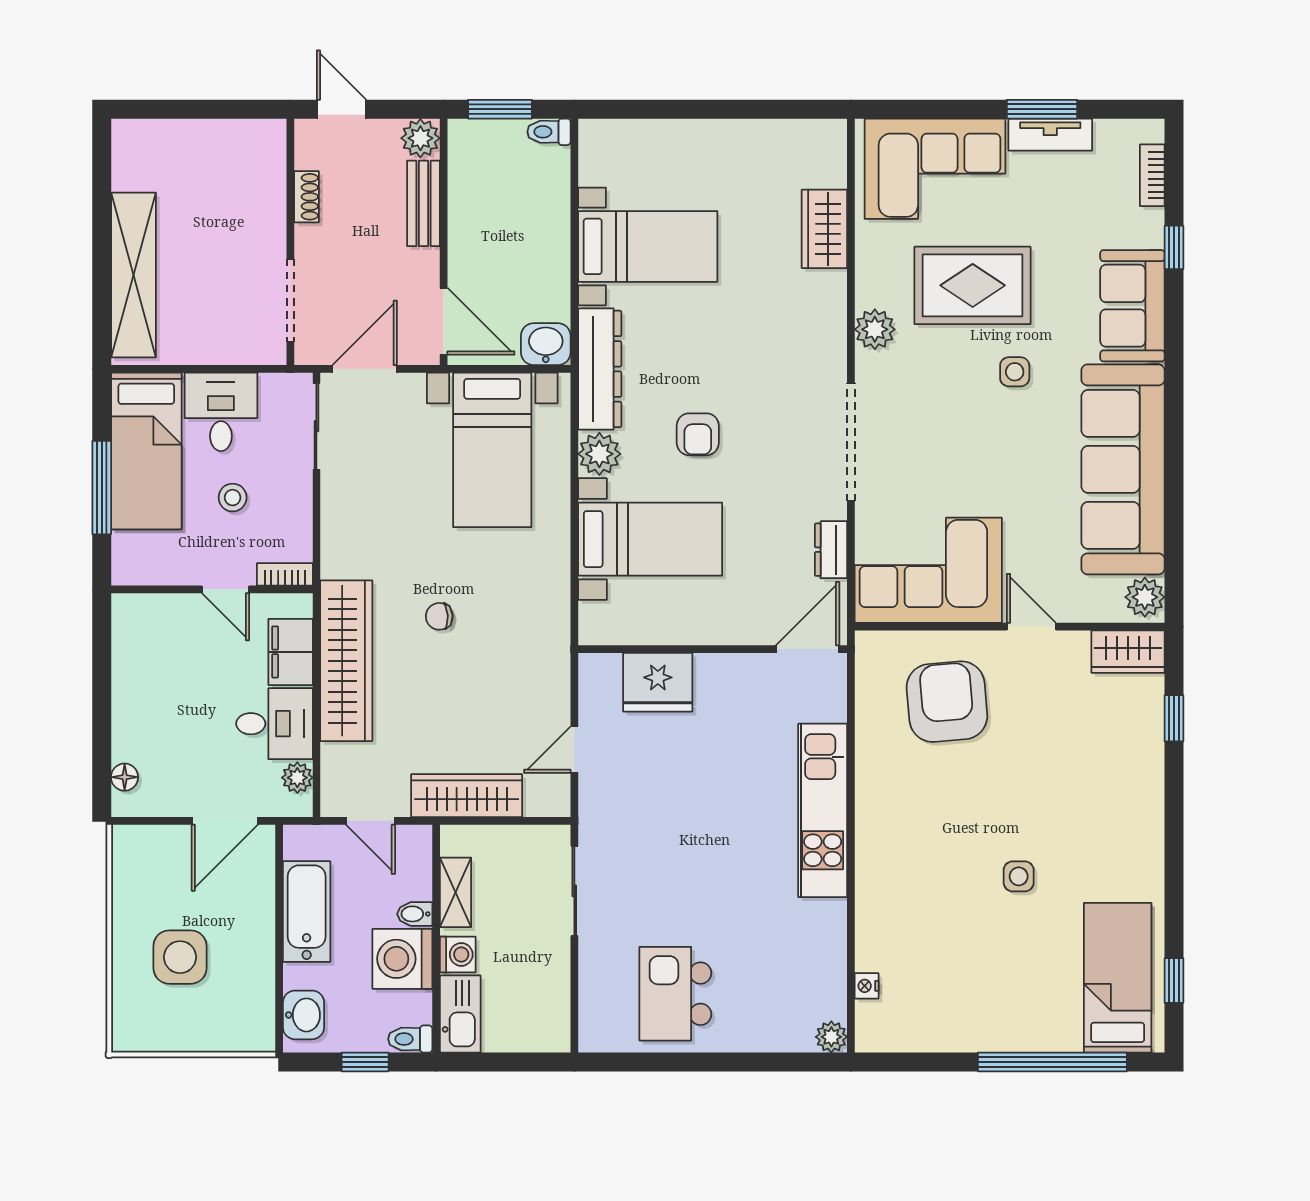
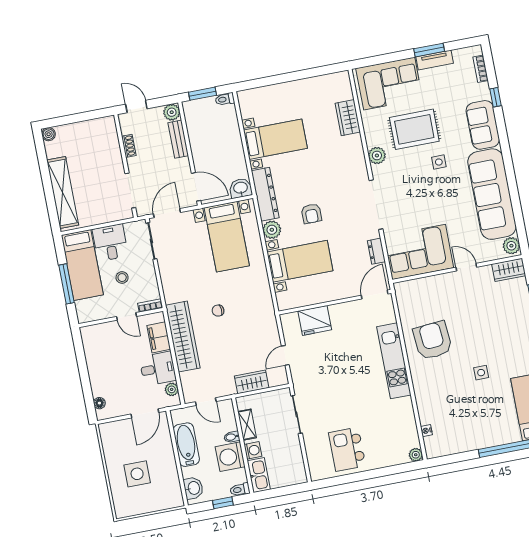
boiler: (127, 134) -> (49, 134), added
armchair: (947, 702) -> (433, 340), moved
wardrobe: (467, 796) -> (252, 382), width x0.67

